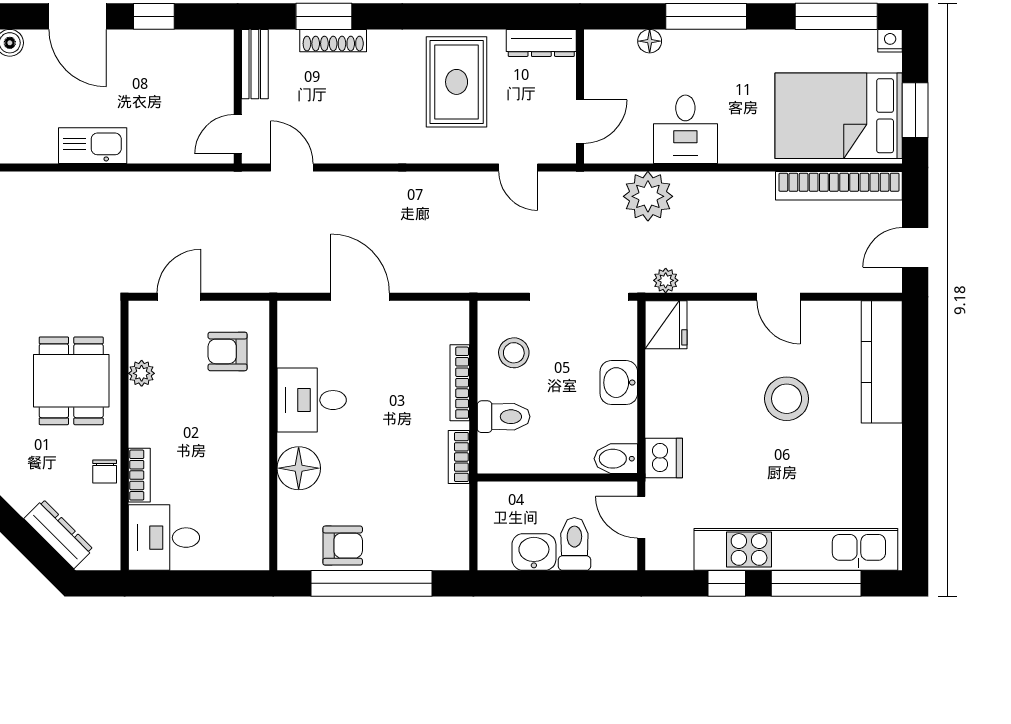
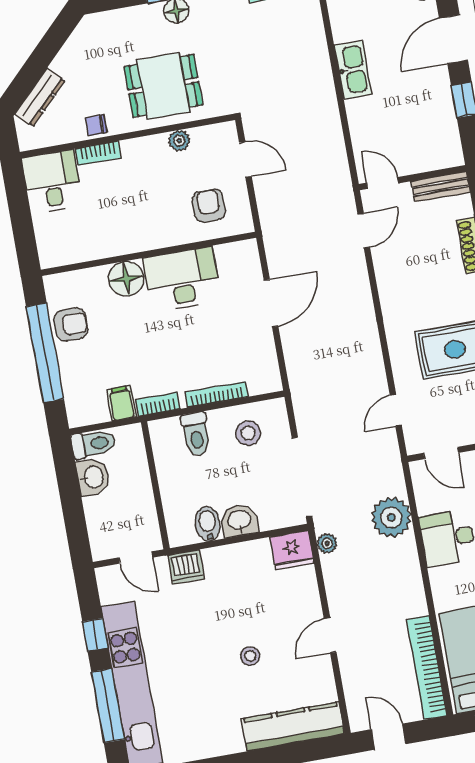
stool: (787, 399) -> (250, 656), width x0.53, depth x0.53
desk: (312, 400) -> (182, 279), width x1.37
bidet: (616, 459) -> (208, 524), moved
filing cabinet: (450, 501) -> (121, 403), added
door: (641, 517) -> (136, 558), swing flipped
toilet: (574, 544) -> (94, 444), moved
armchair: (343, 546) -> (71, 325), turned -90

